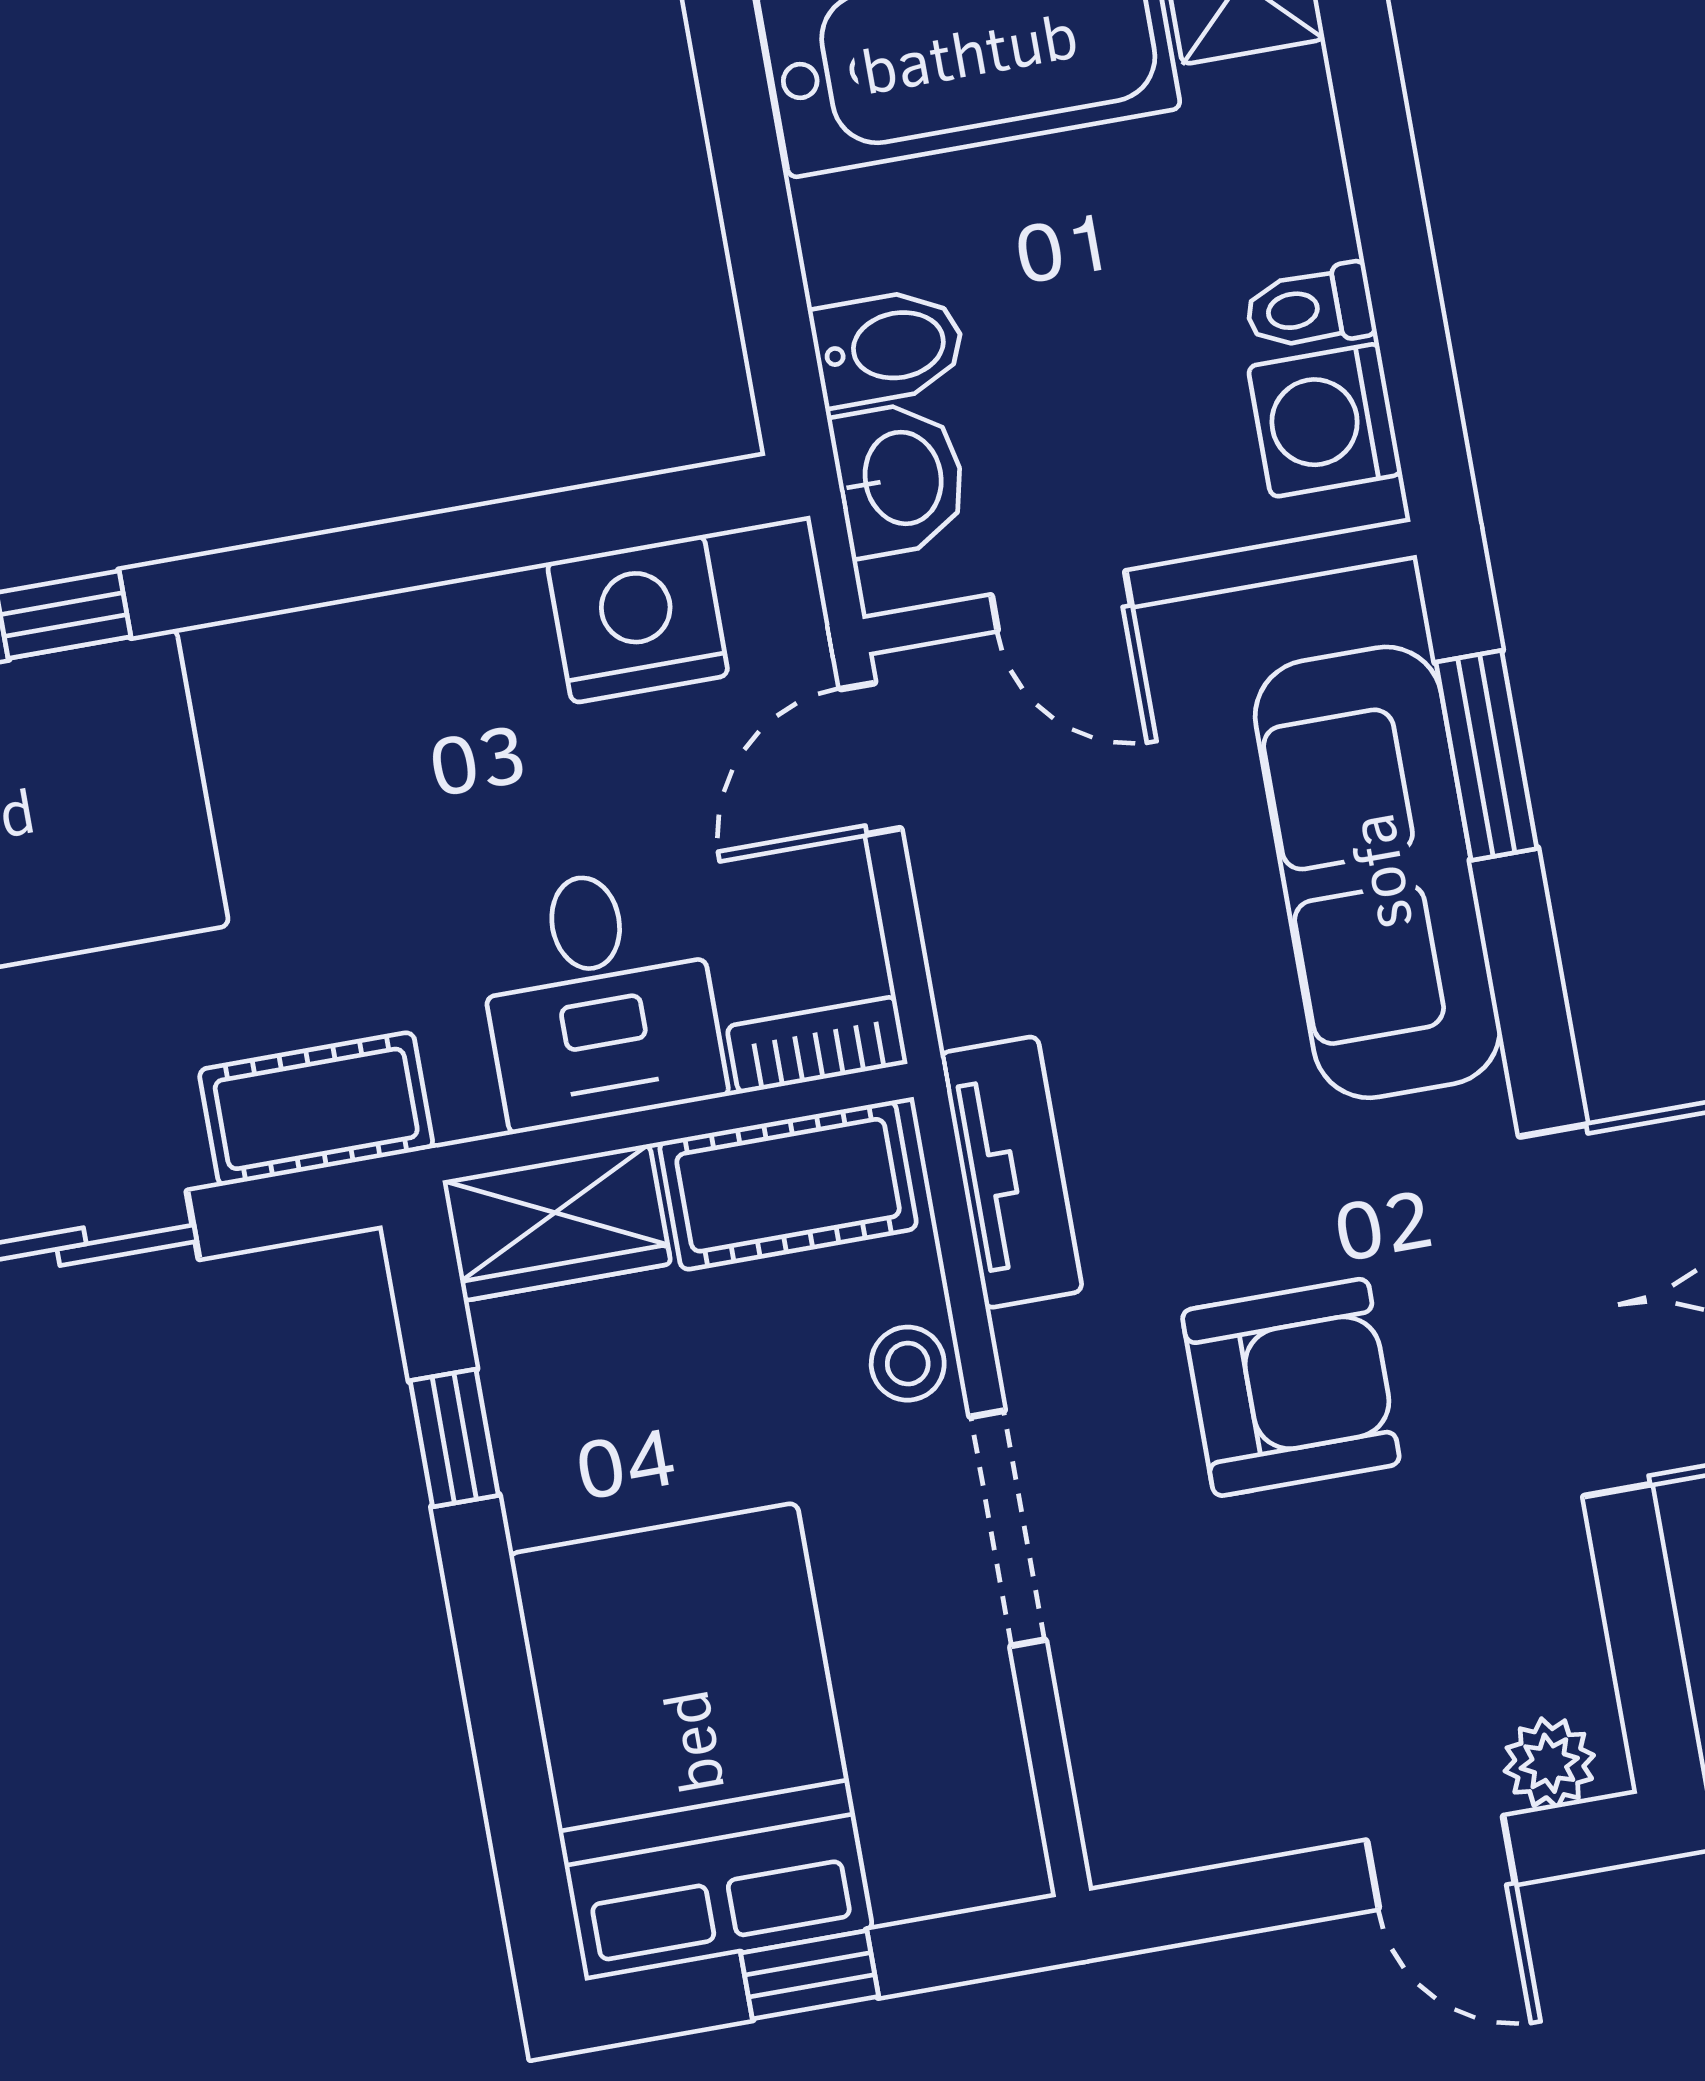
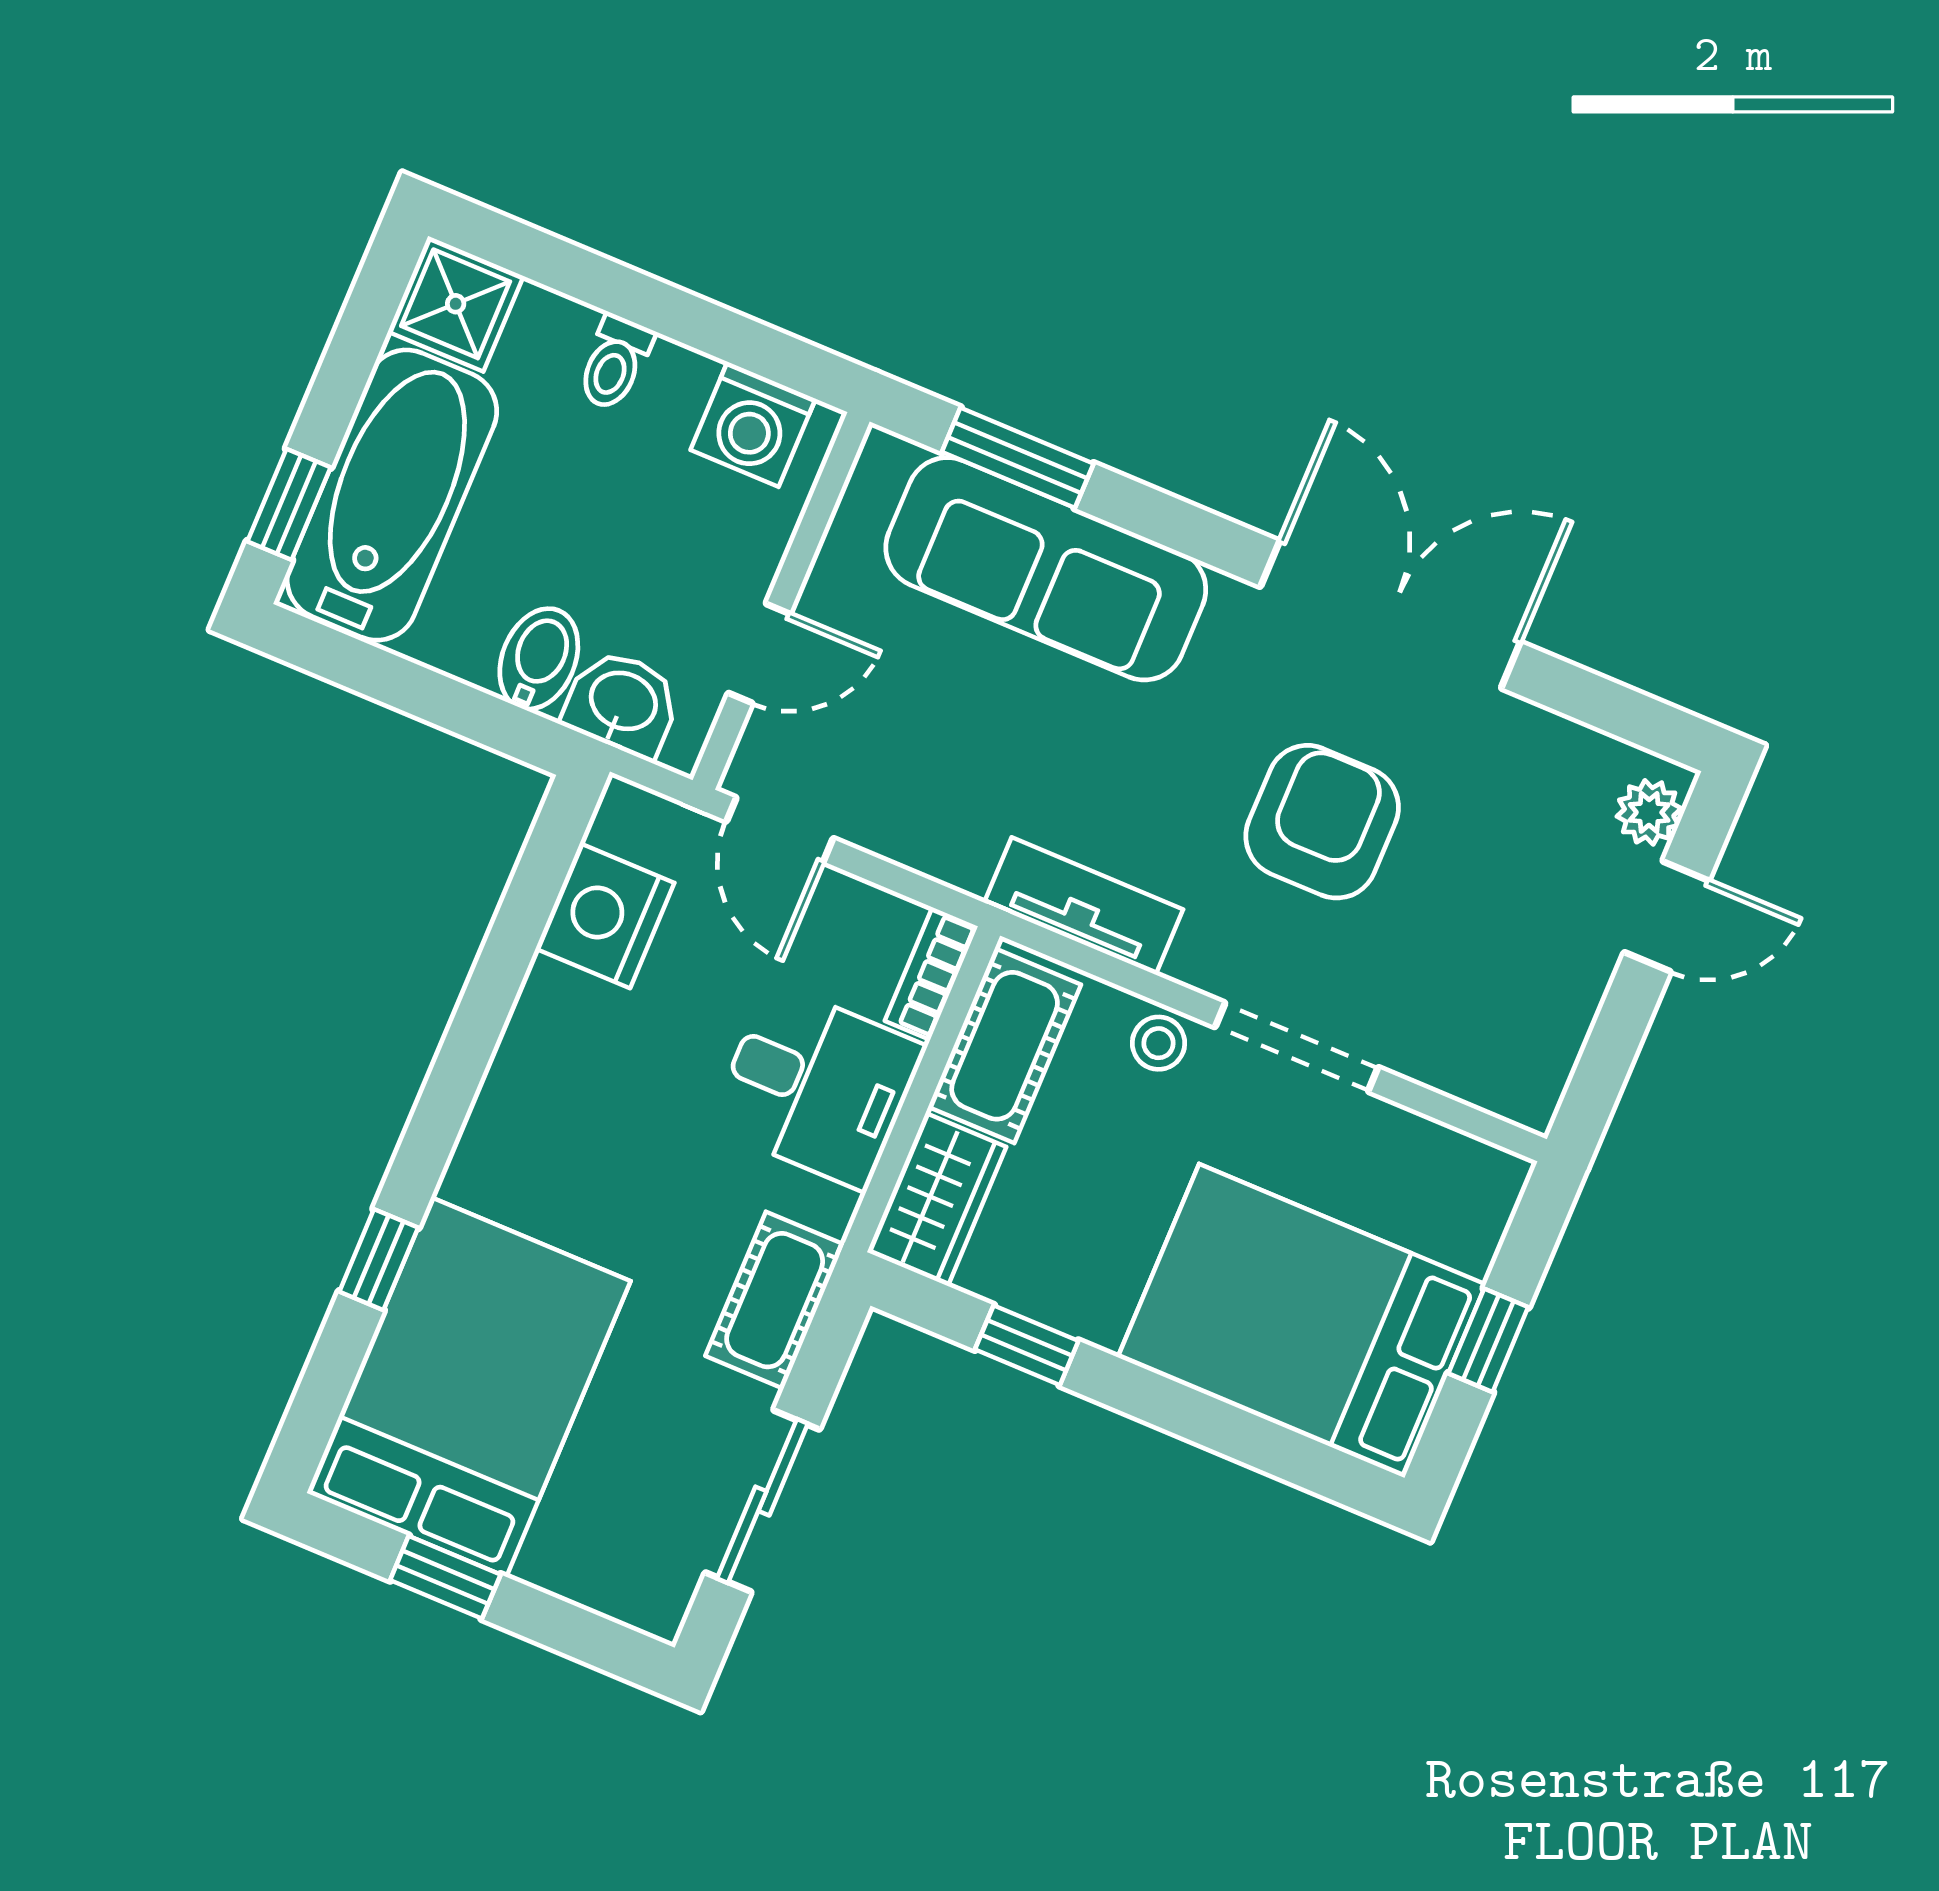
toilet: (1310, 308) -> (615, 362), moved

